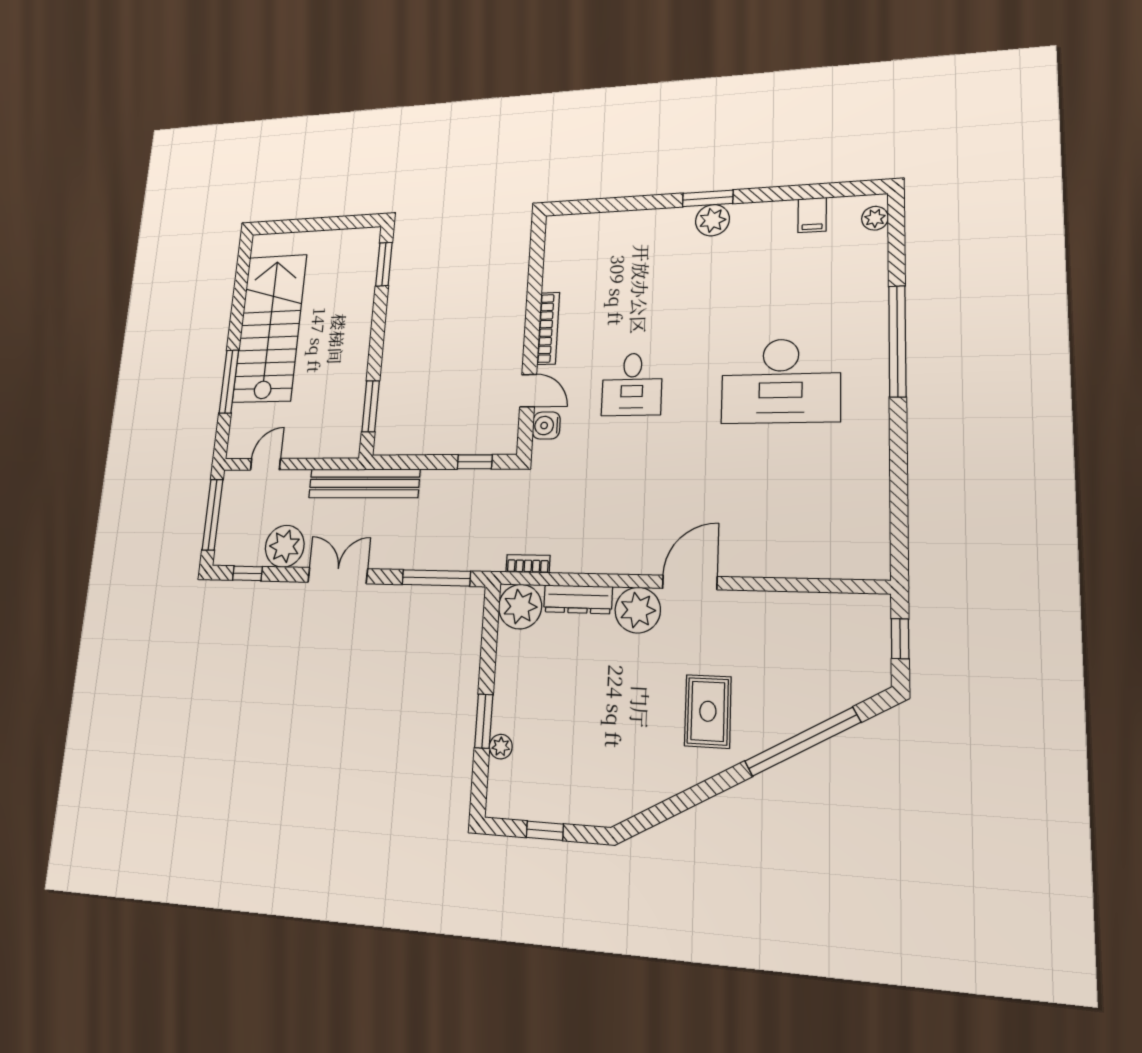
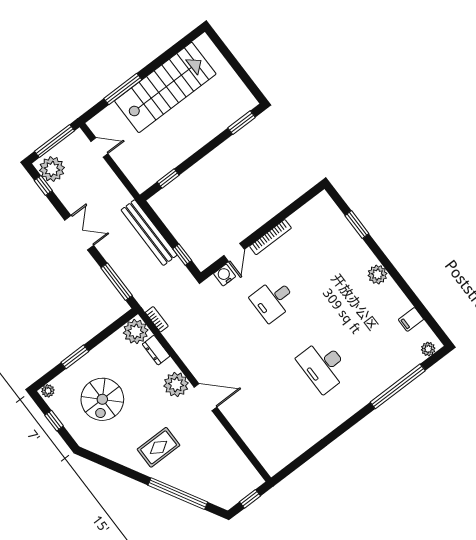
window: (708, 198) -> (357, 225), moved
window: (897, 341) -> (398, 386), moved
desk: (781, 381) -> (323, 366), width x0.73, depth x0.77
window: (371, 406) -> (168, 179), width x0.67
bench: (364, 483) -> (149, 233), moved
plant: (285, 546) -> (52, 169), moved
dresser: (578, 599) -> (156, 350), width x0.70
spiral stairs: (572, 734) -> (102, 399), added
plant: (501, 747) -> (48, 391), moved

